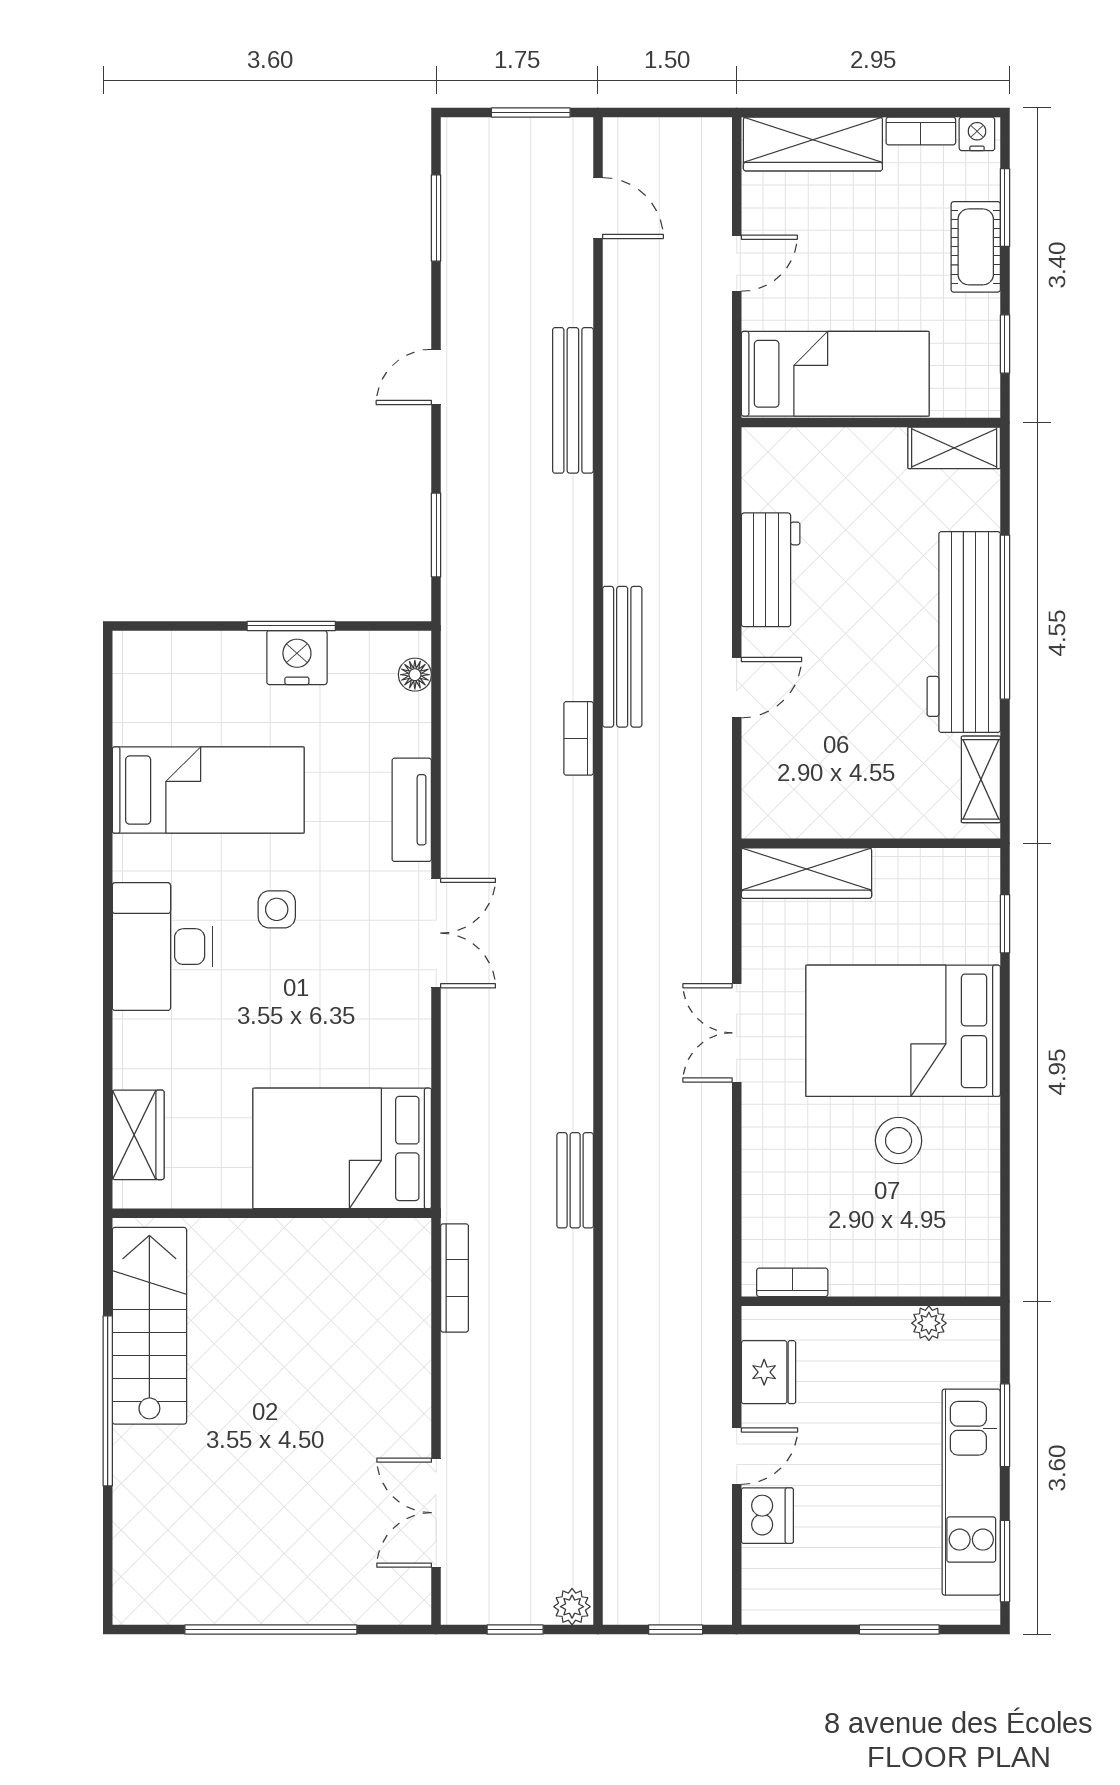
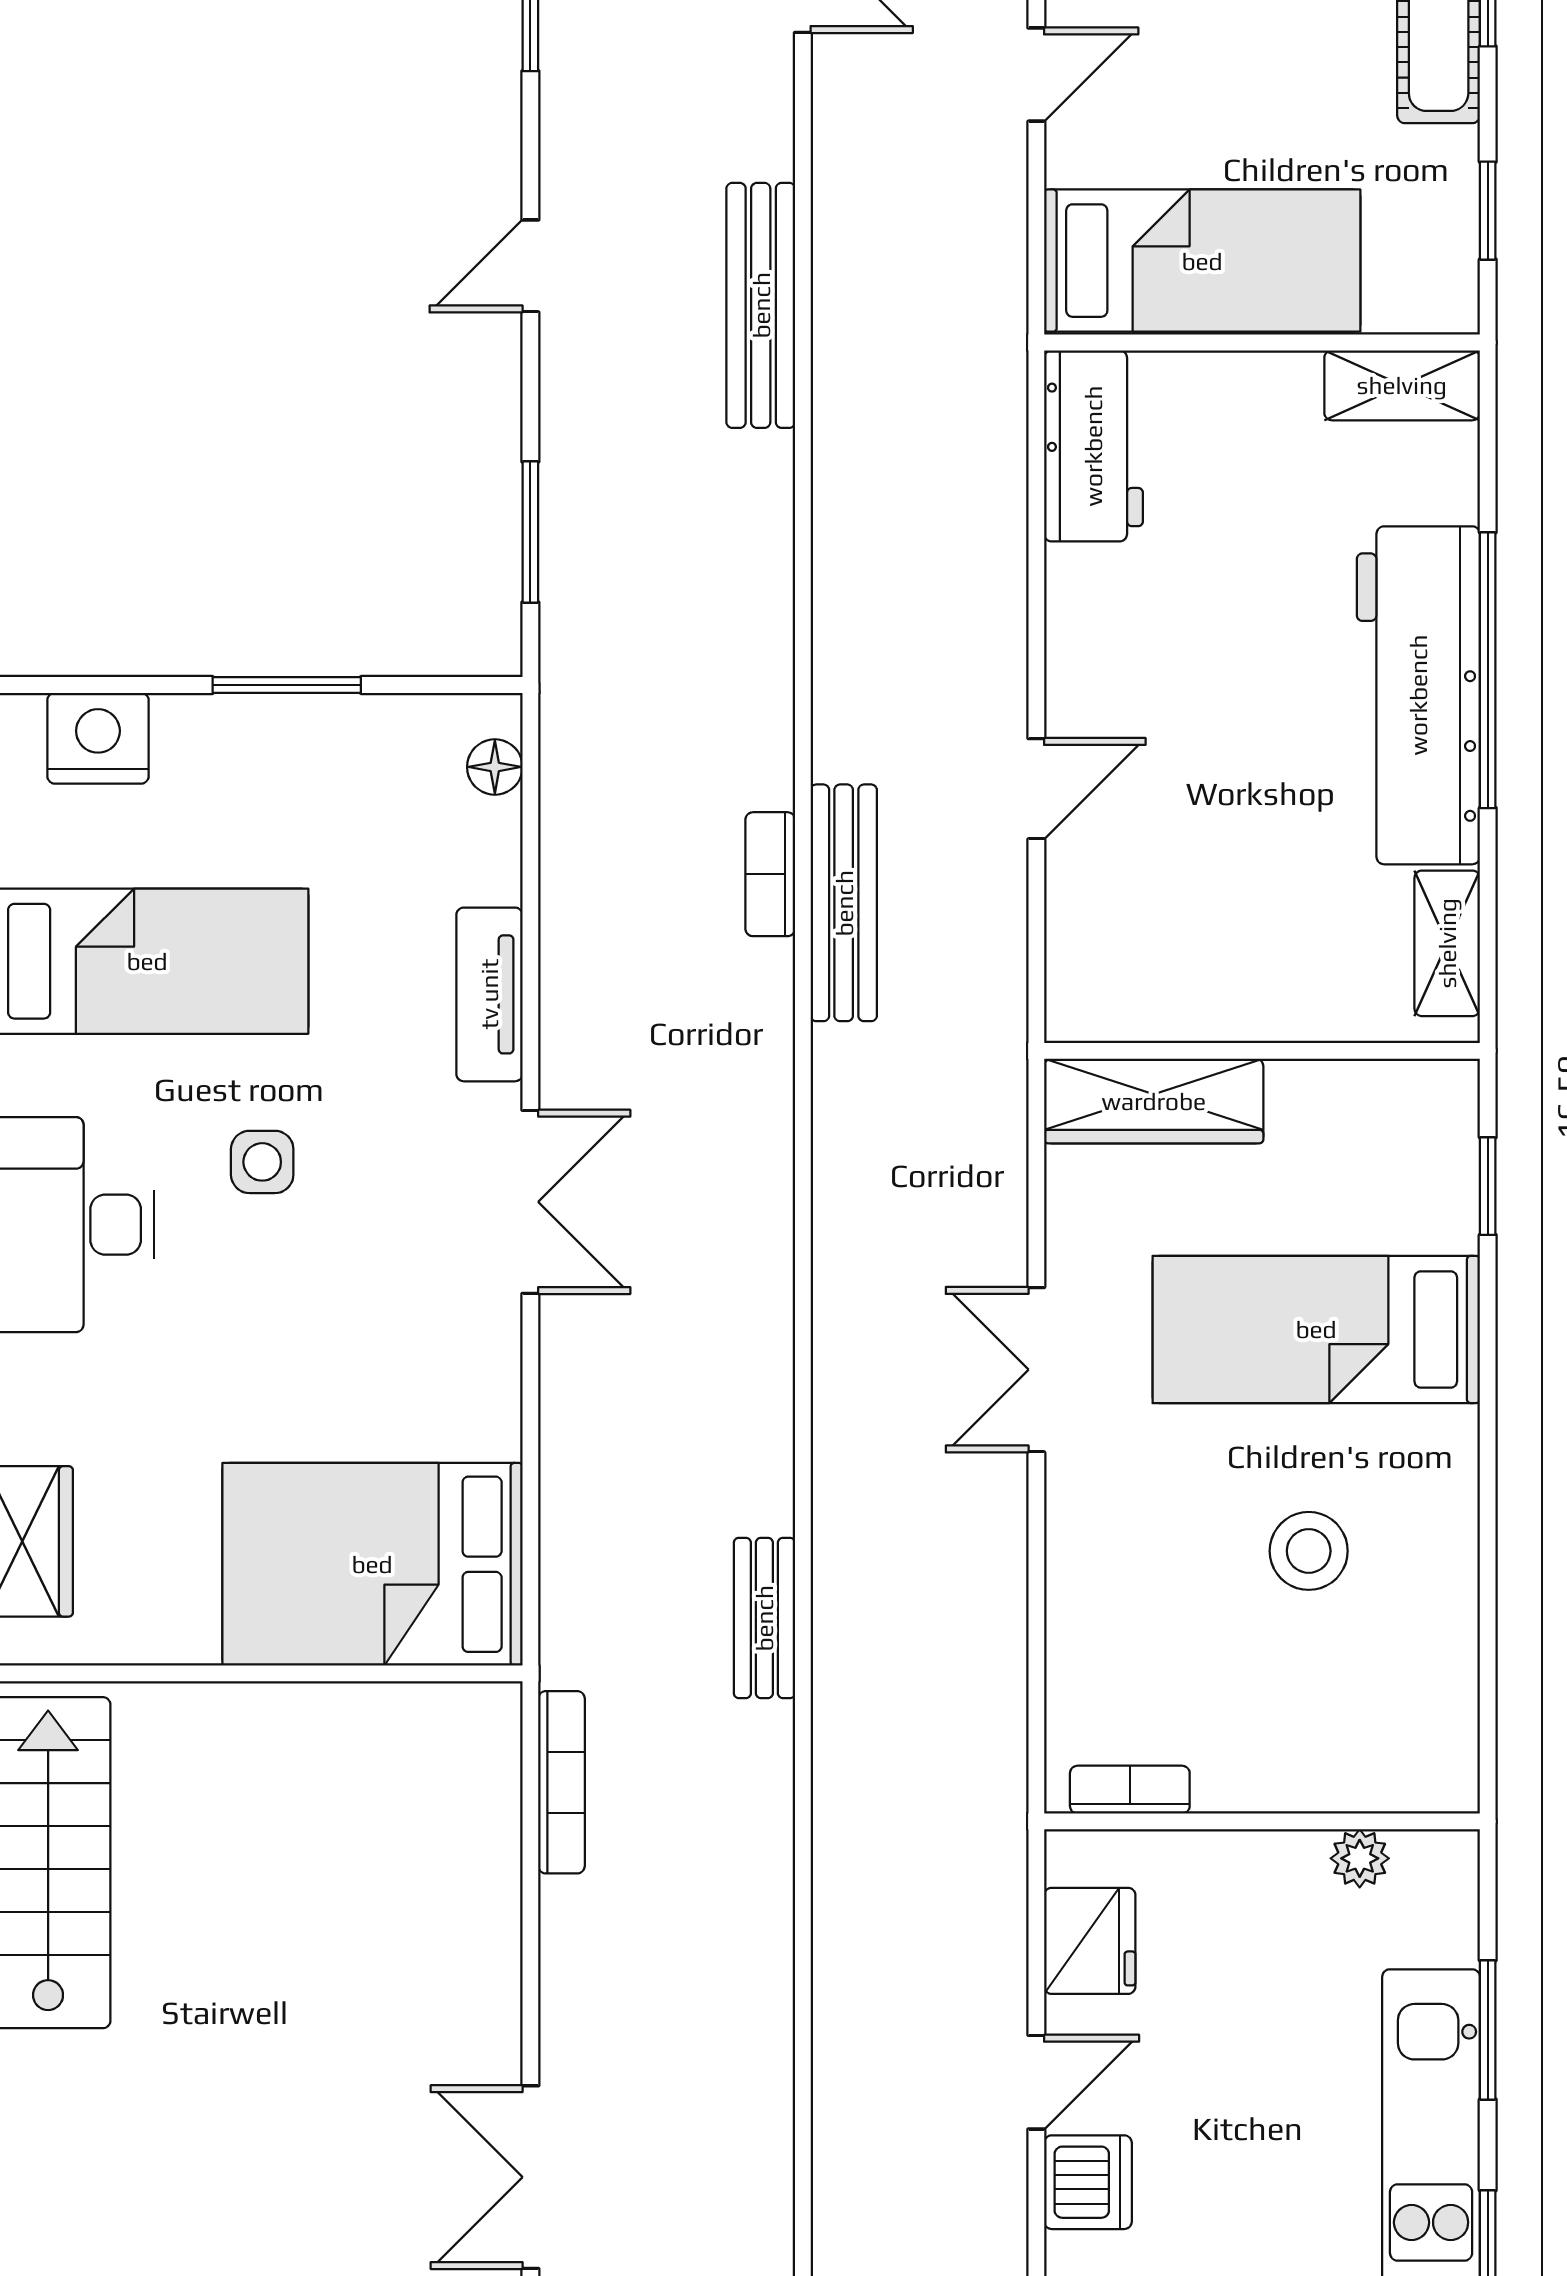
workbench: (771, 570) -> (1093, 446), moved
bench: (622, 657) -> (844, 903), moved
nightstand: (297, 658) -> (98, 738), moved
bed: (903, 1031) -> (1316, 1329), width x0.67

